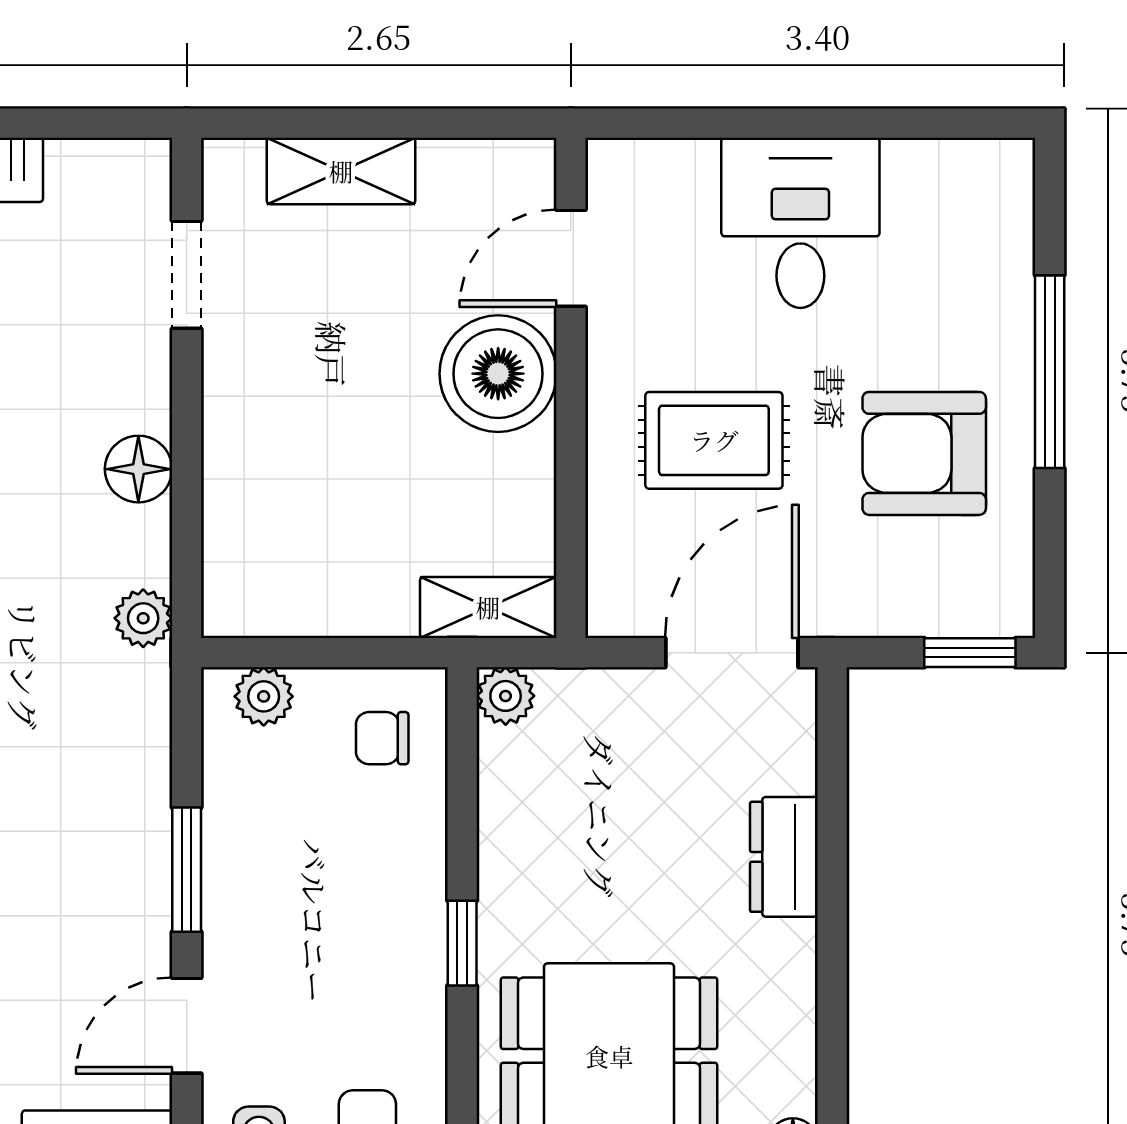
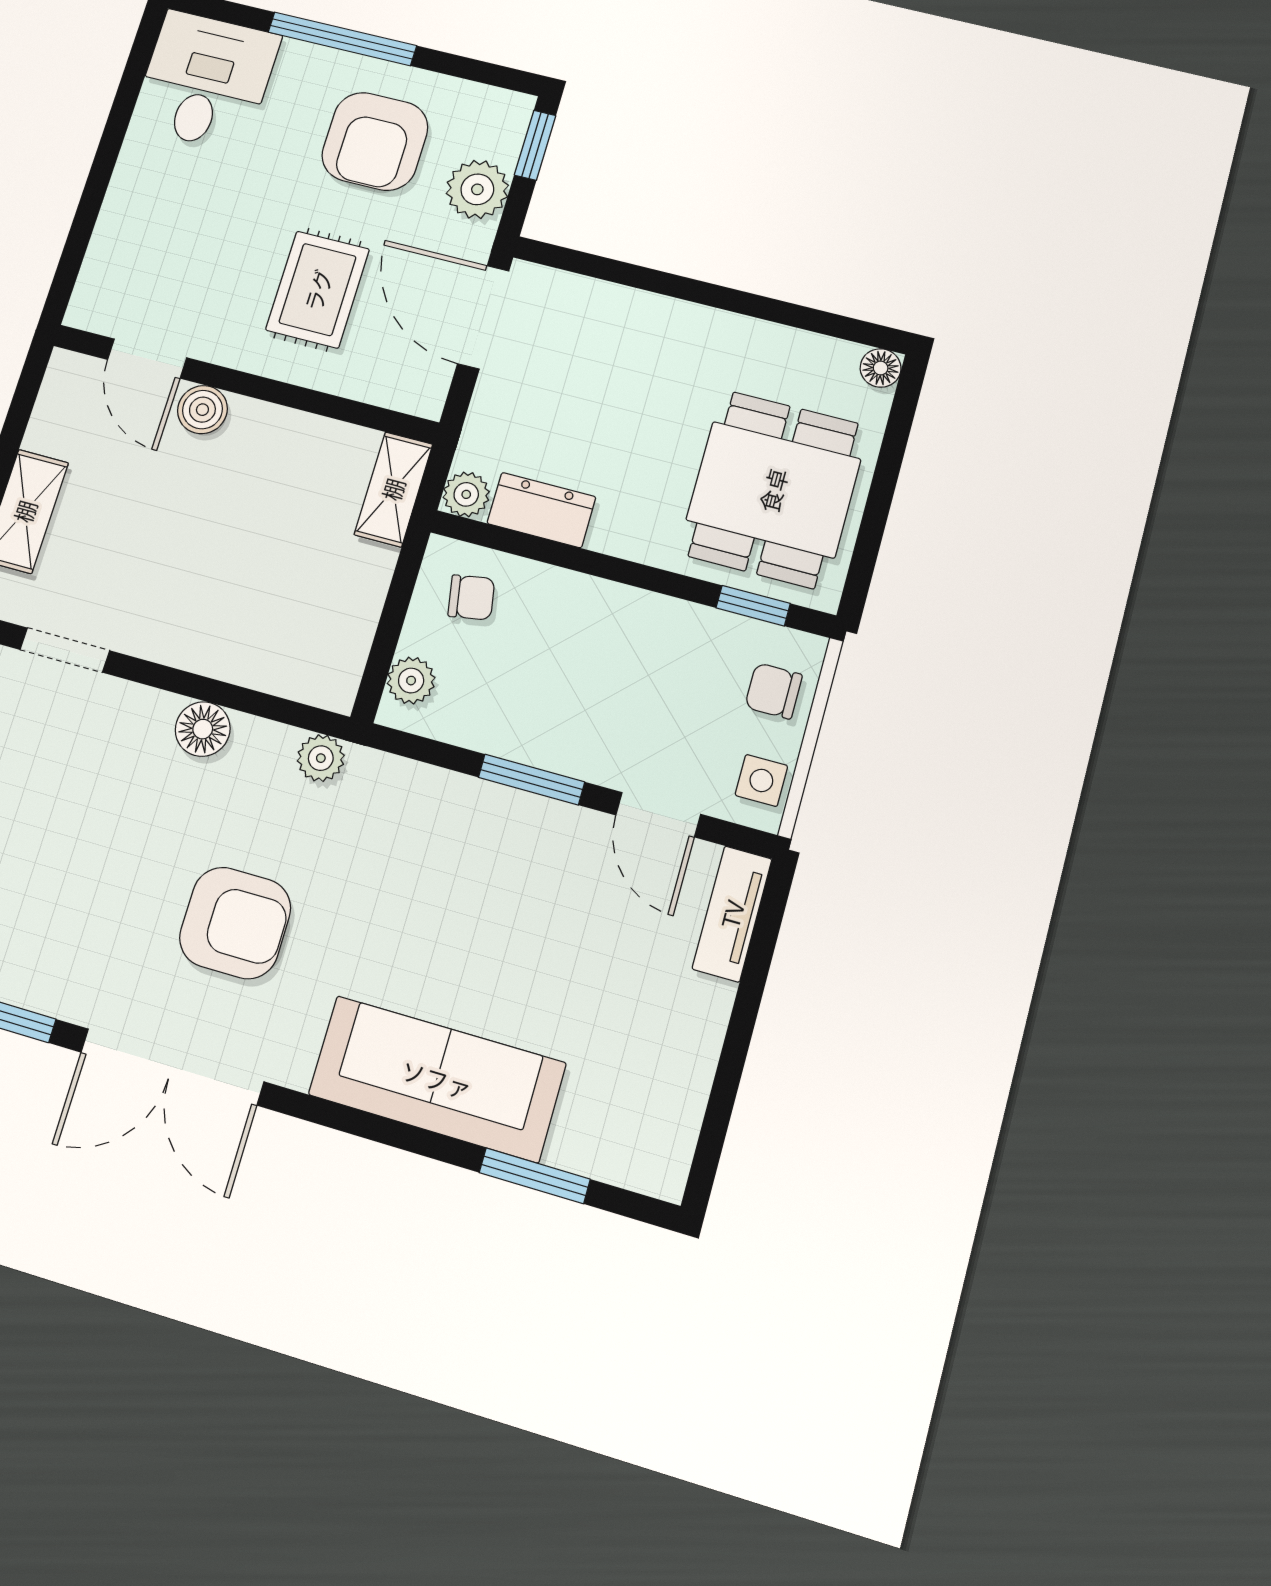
desk: (800, 223) -> (206, 81), moved, turned 90
boiler: (498, 374) -> (202, 410), width x0.54, depth x0.54
plant: (894, 598) -> (477, 189), added
chair: (382, 738) -> (471, 597), turned -100
dresser: (784, 857) -> (541, 510), moved, turned 180
window: (462, 943) -> (753, 606), moved

